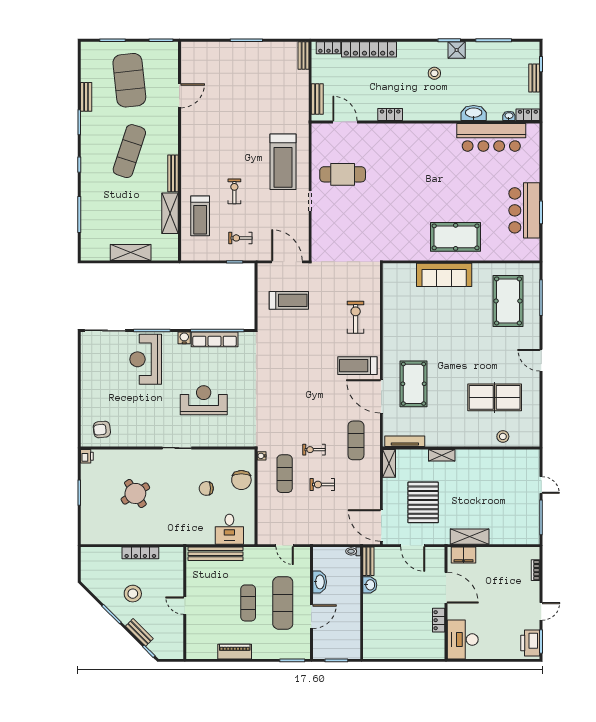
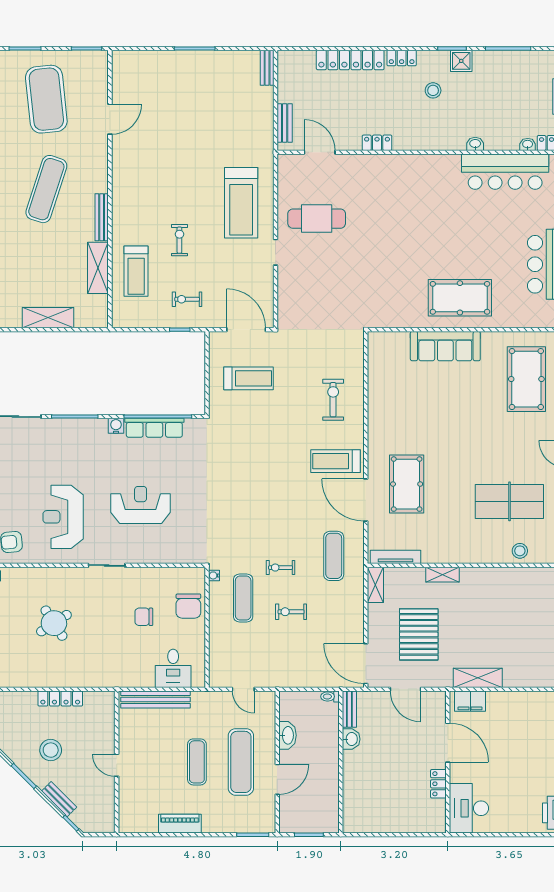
locker: (328, 48) -> (402, 58), moved
washbasin: (474, 113) -> (475, 144), width x0.52, depth x0.69
reception desk: (146, 359) -> (63, 517), moved

